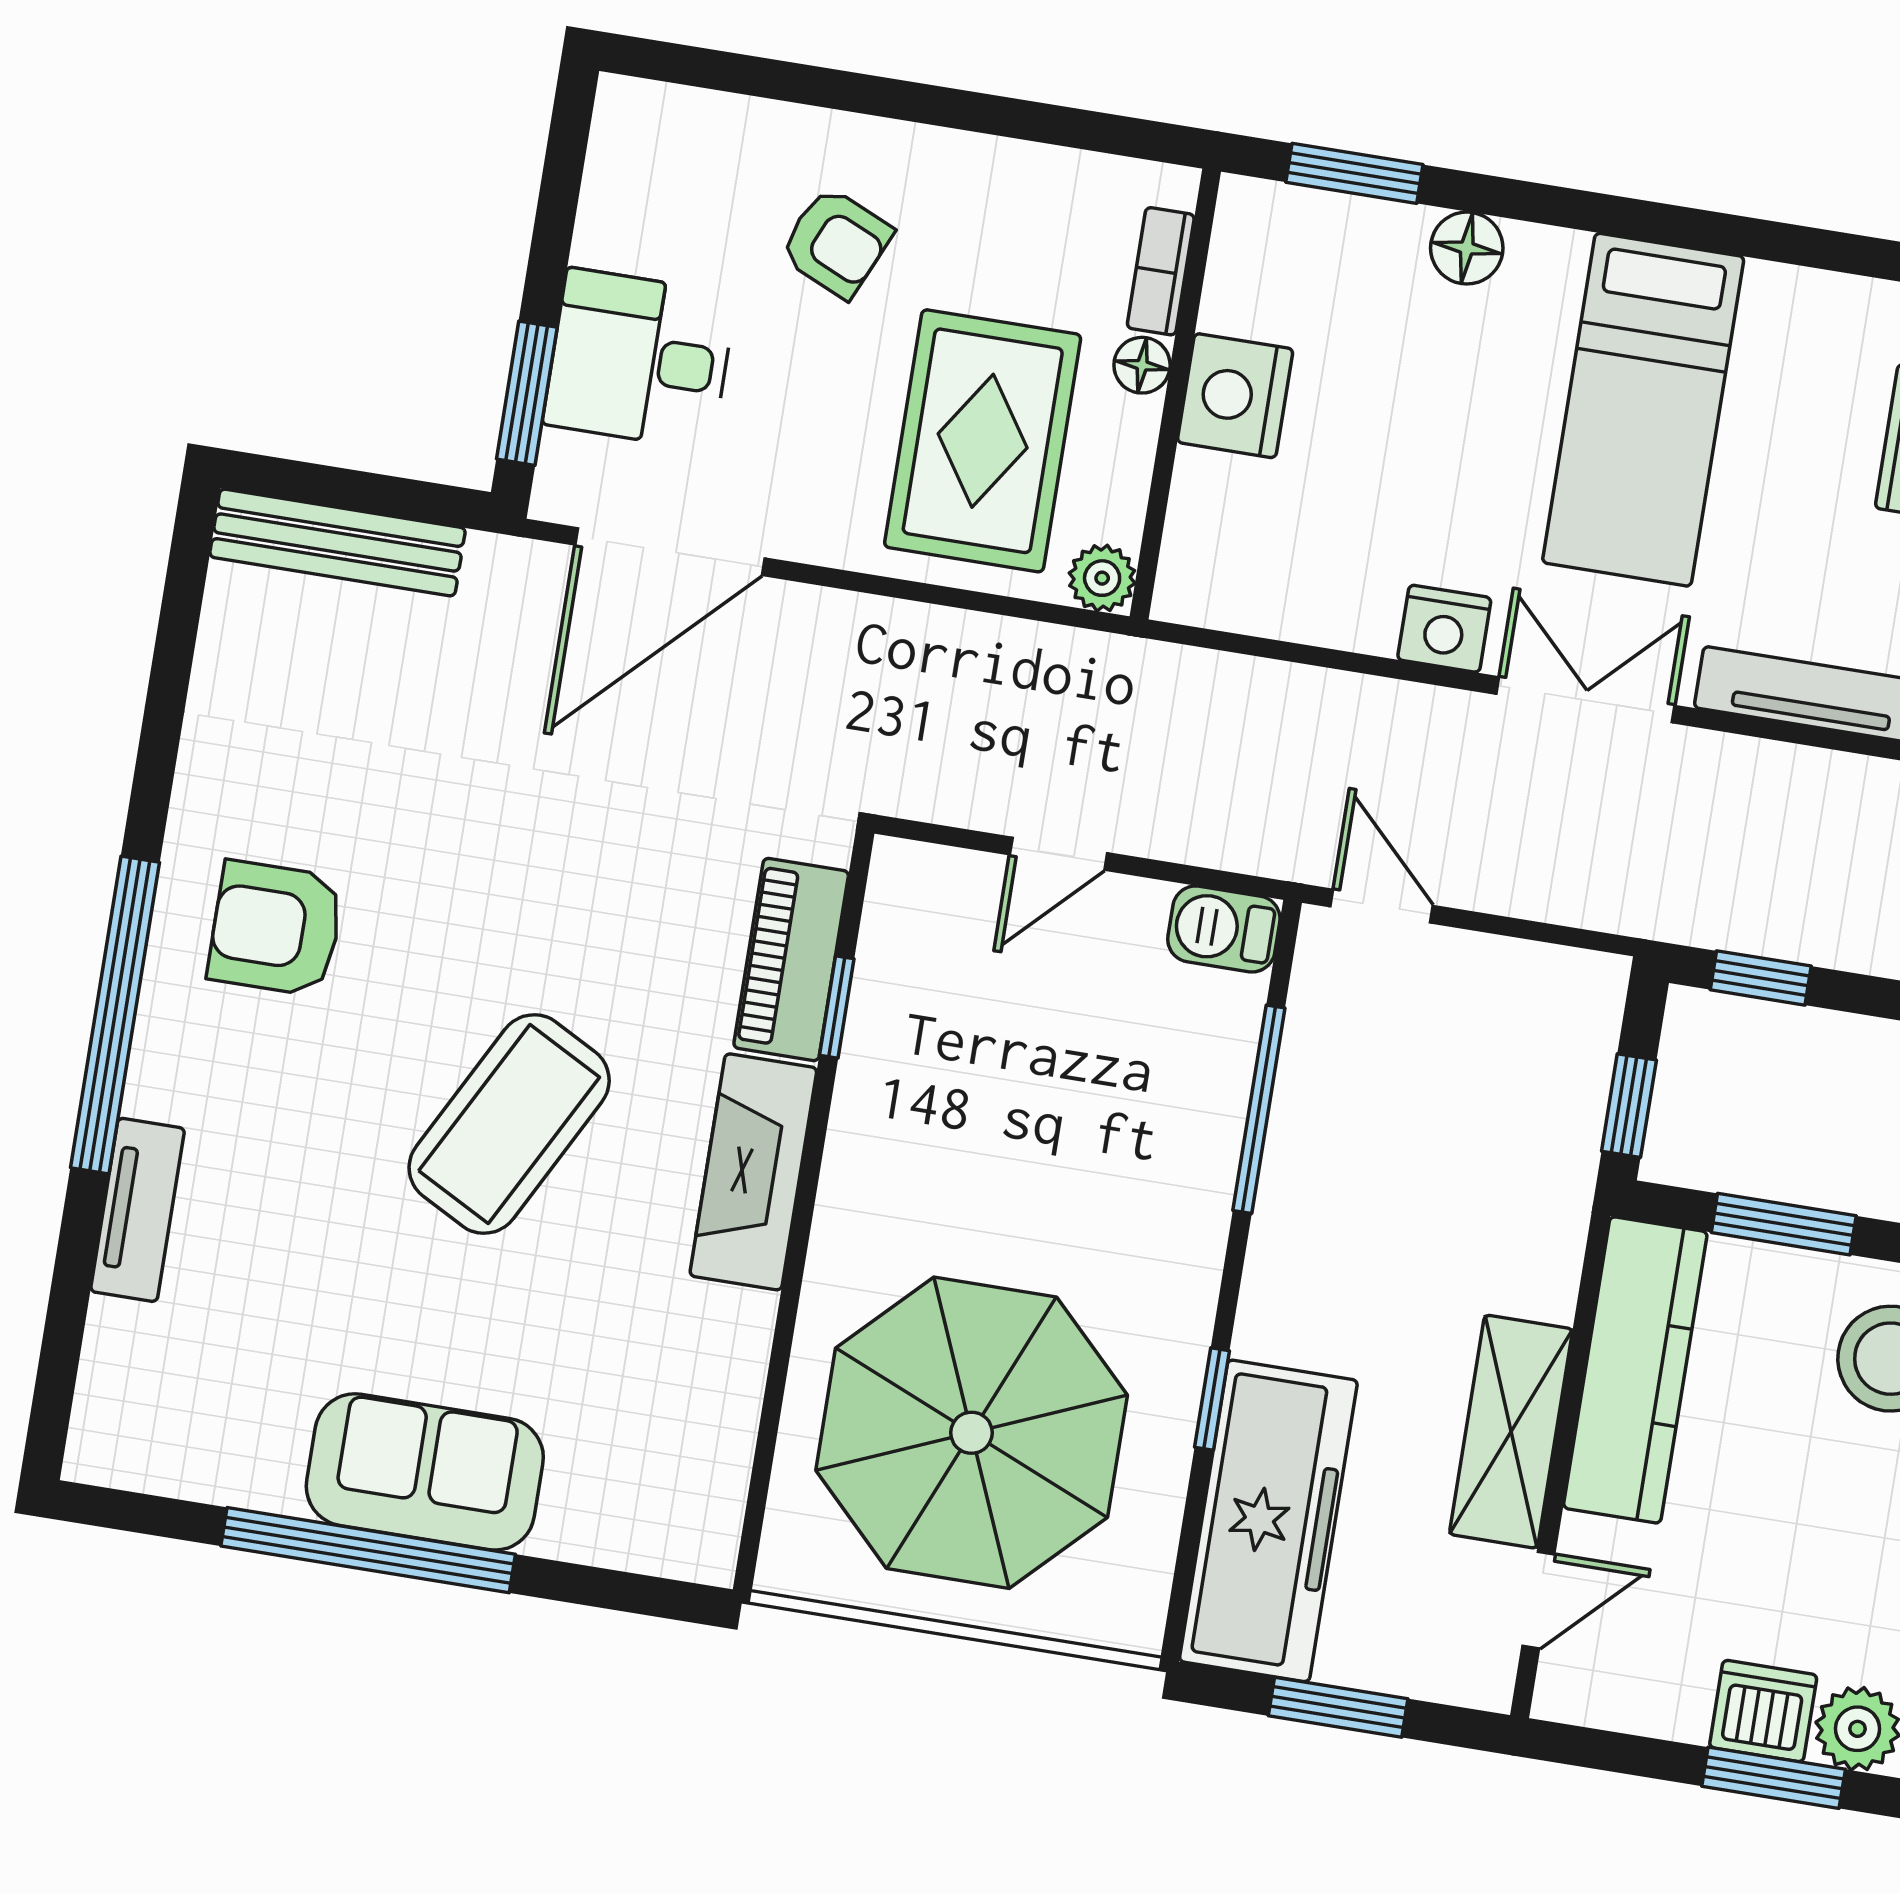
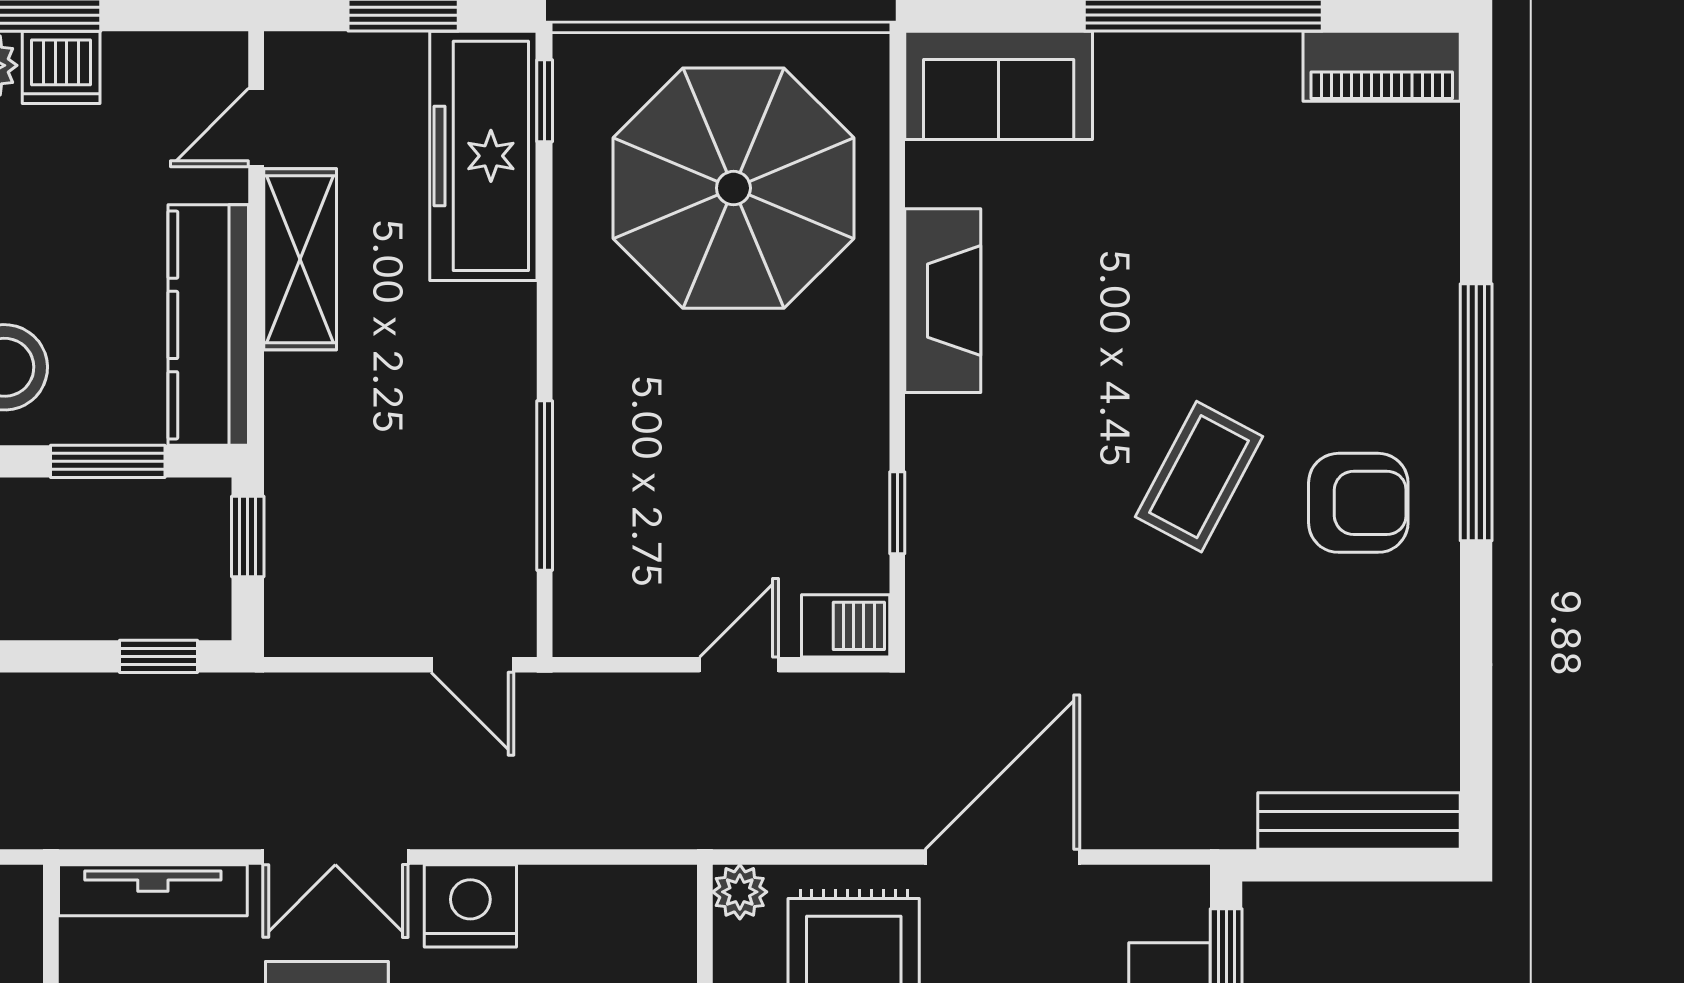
door: (670, 552) -> (1002, 857), moved
nightstand: (1444, 629) -> (470, 906), width x1.36, depth x1.33
barbecue: (1224, 929) -> (846, 626), moved
piano: (791, 960) -> (1382, 66), moved, turned 90
coffee table: (509, 1124) -> (1199, 477), moved, width x0.73, depth x0.76
fireplace: (753, 1172) -> (943, 301), moved
tv unit: (138, 1210) -> (1433, 259), removed
window: (1212, 1399) -> (545, 101), moved
sofa: (425, 1472) -> (999, 85), moved

